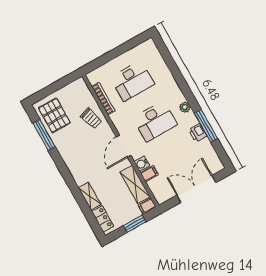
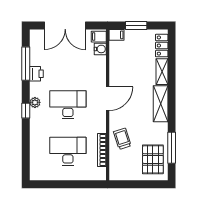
window: (189, 96) -> (26, 111), added
window: (206, 126) -> (26, 64), moved
water cooler: (142, 164) -> (100, 49), moved
filing cabinet: (149, 174) -> (99, 37), moved
shelving: (135, 184) -> (161, 104), moved

